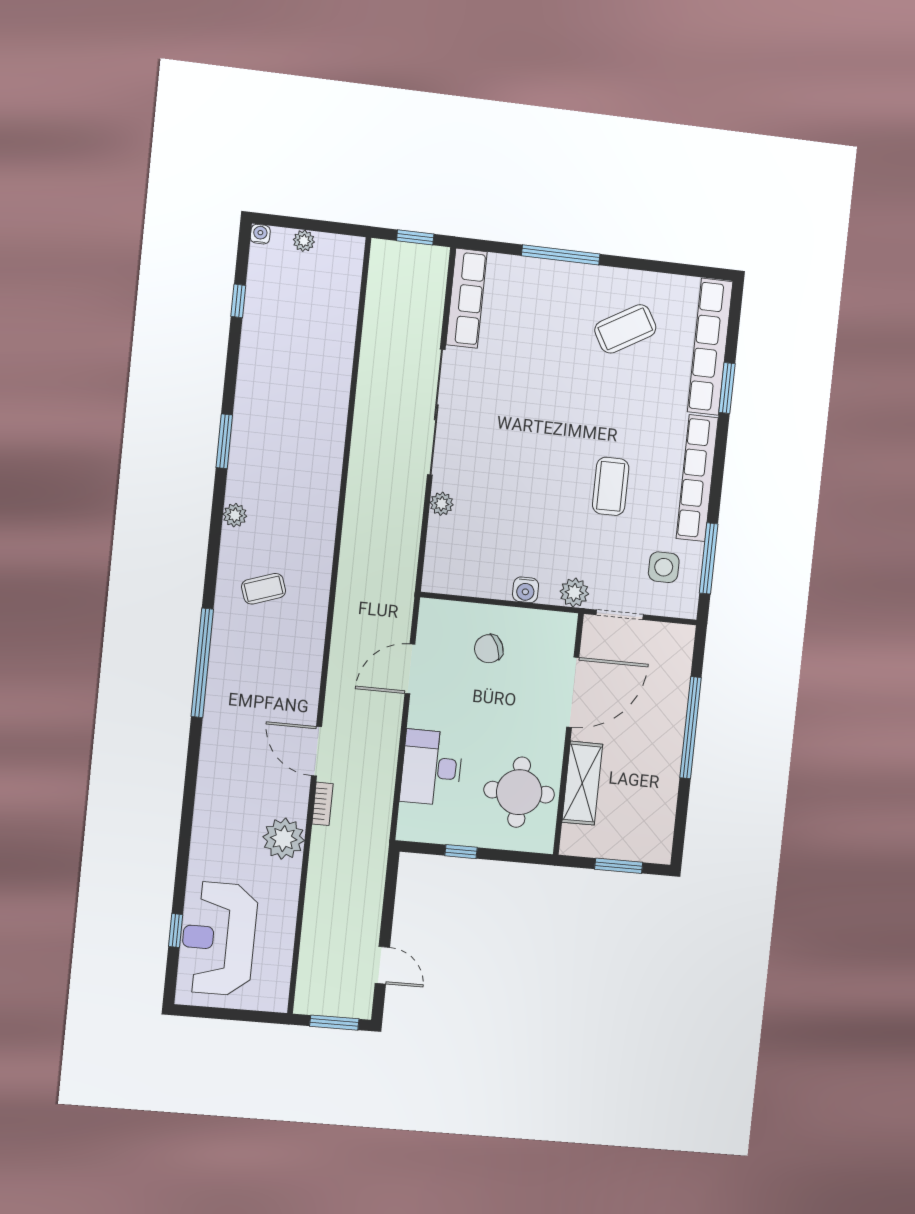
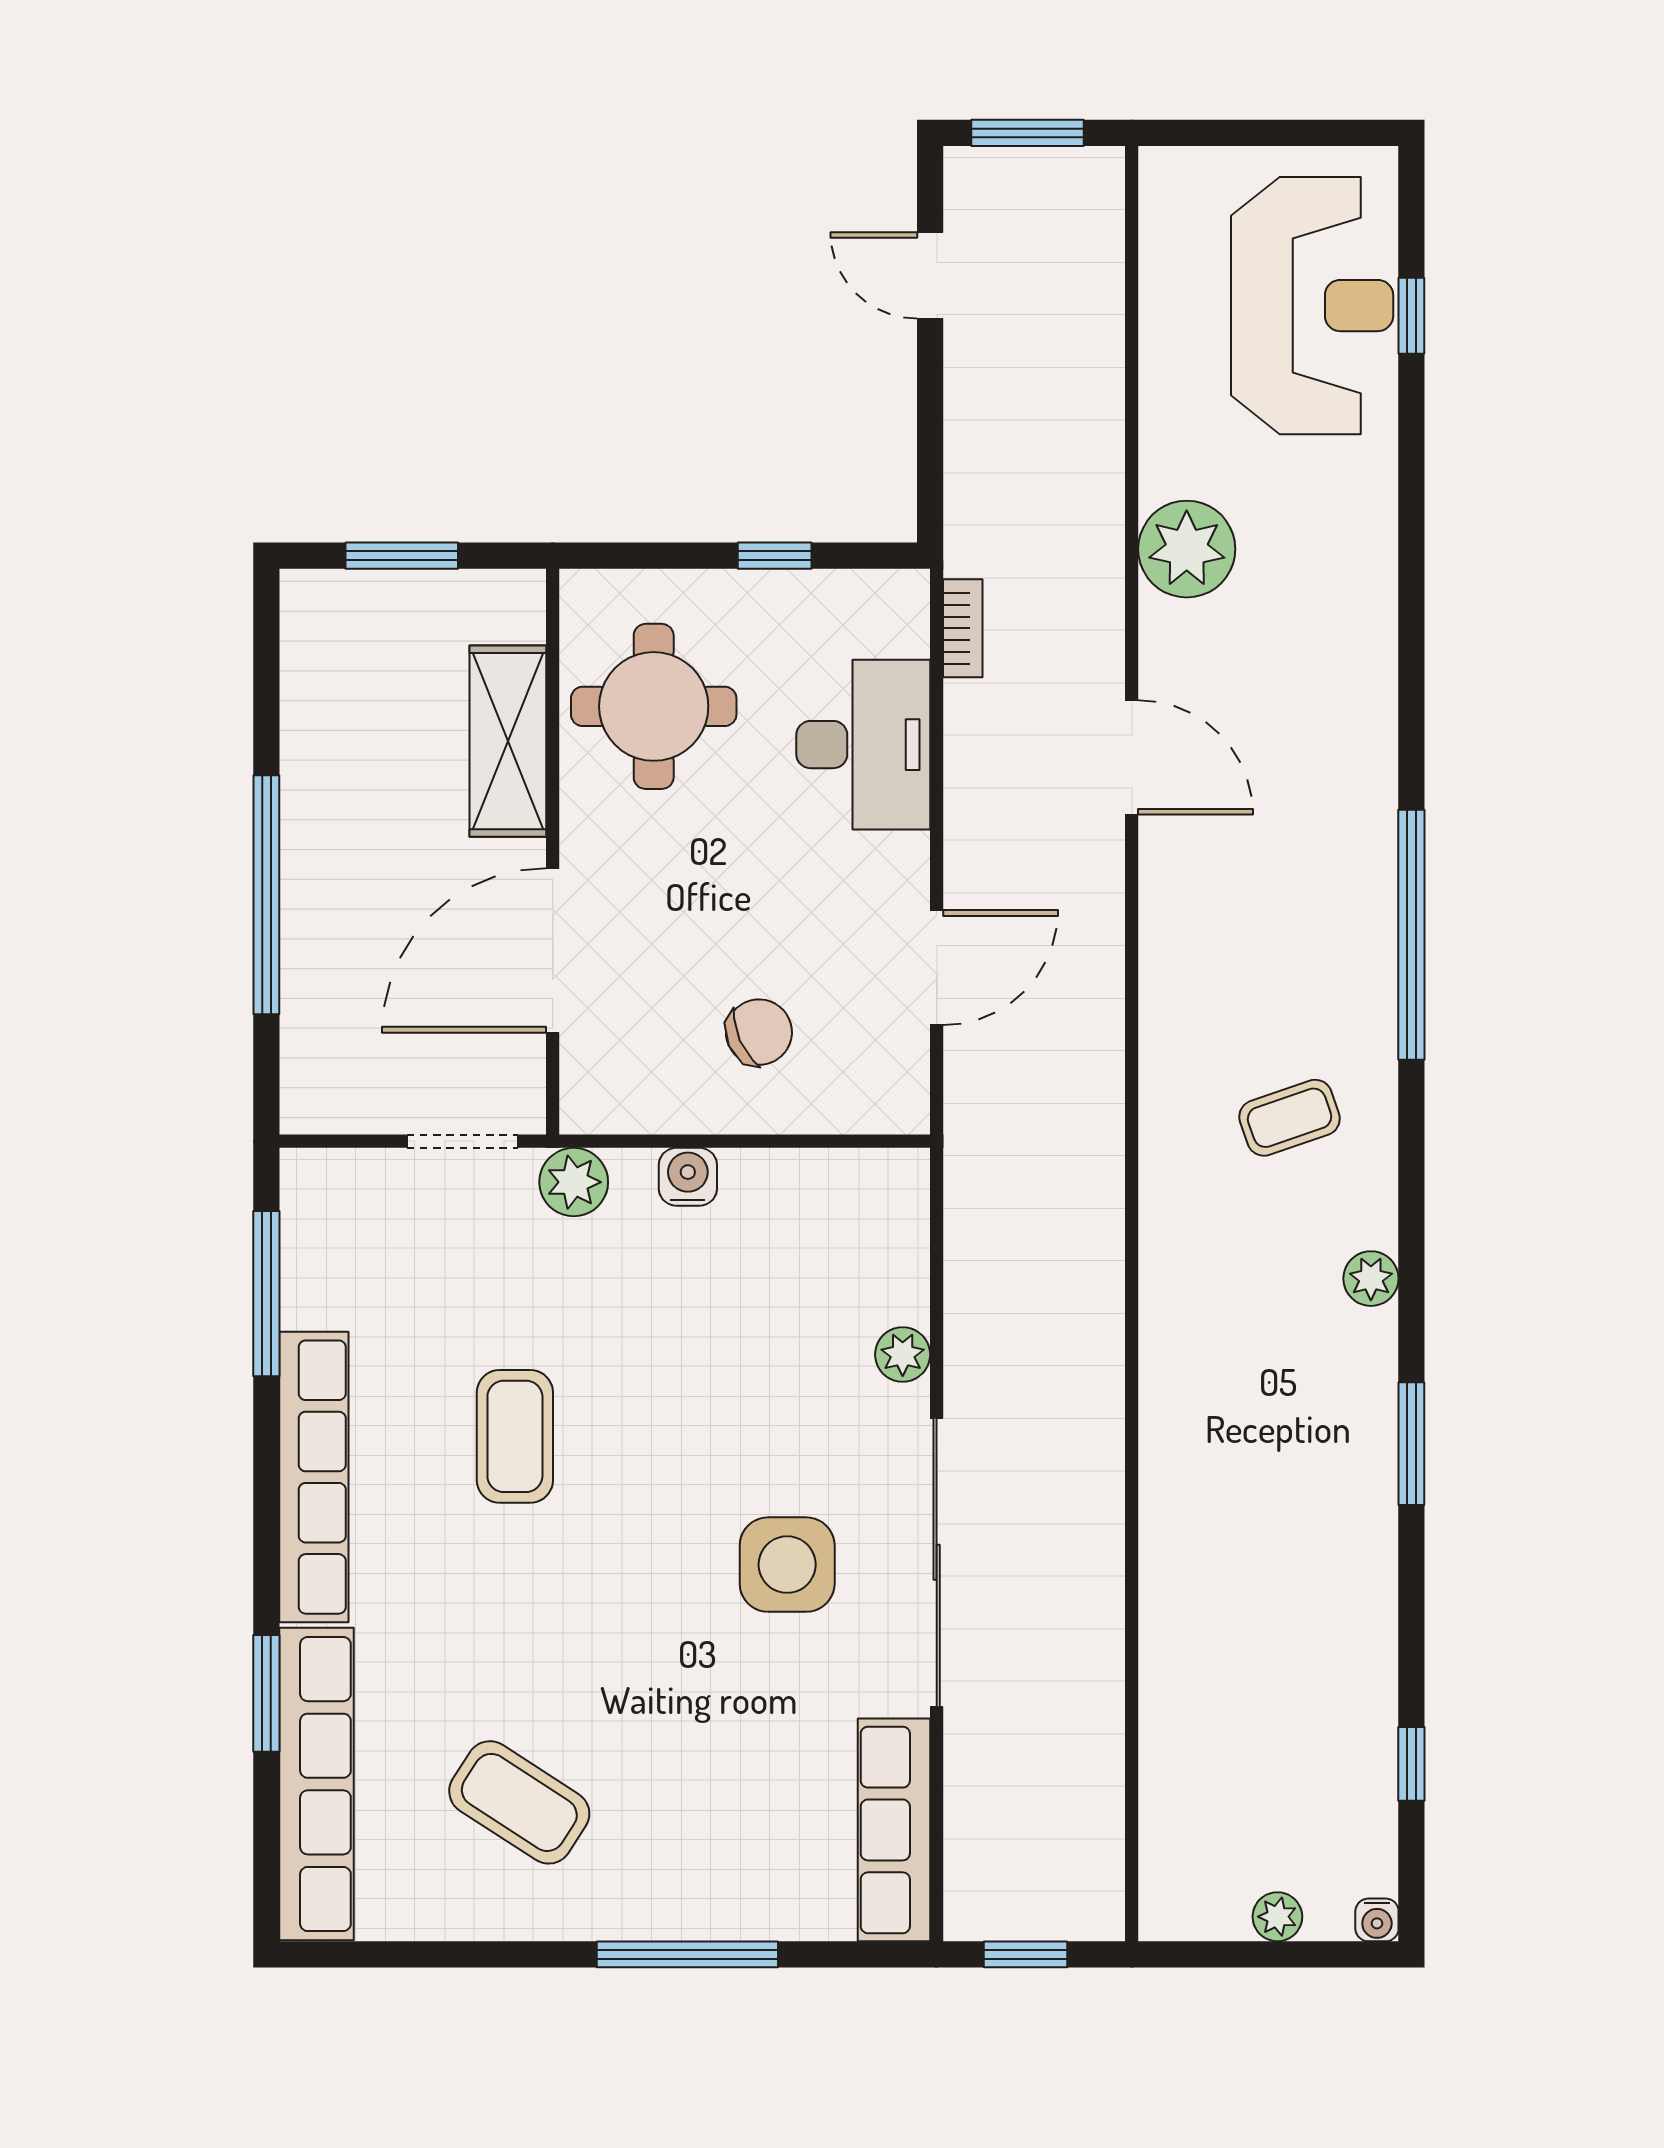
coffee table: (625, 329) -> (519, 1802), turned 63
side table: (664, 567) -> (787, 1565), moved, width x1.37, depth x1.37
bookcase: (323, 804) -> (963, 628), moved, turned 180

